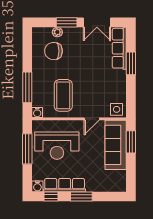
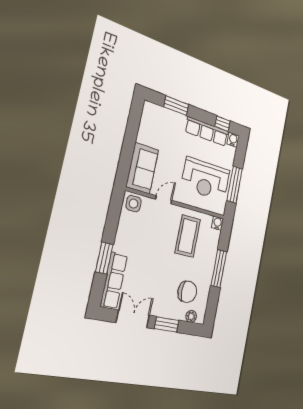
plant: (57, 32) -> (191, 316), moved
window: (27, 87) -> (219, 269), moved
window: (131, 142) -> (126, 158), removed
sofa: (116, 145) -> (142, 168), width x0.73
reception desk: (57, 146) -> (206, 179), turned 180
window: (81, 197) -> (176, 106), moved

